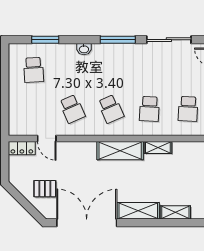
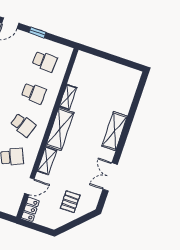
school desk: (111, 109) -> (23, 125), turned 42
shelving: (175, 212) -> (47, 161), moved
double door: (87, 223) -> (110, 177), width x0.54

